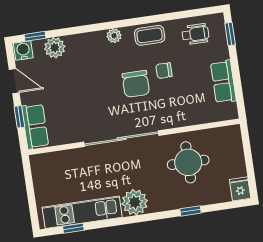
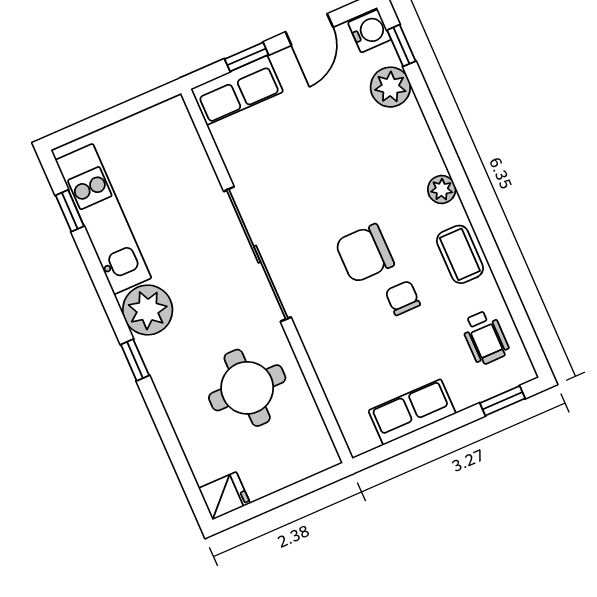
window: (191, 211) -> (135, 360), moved

